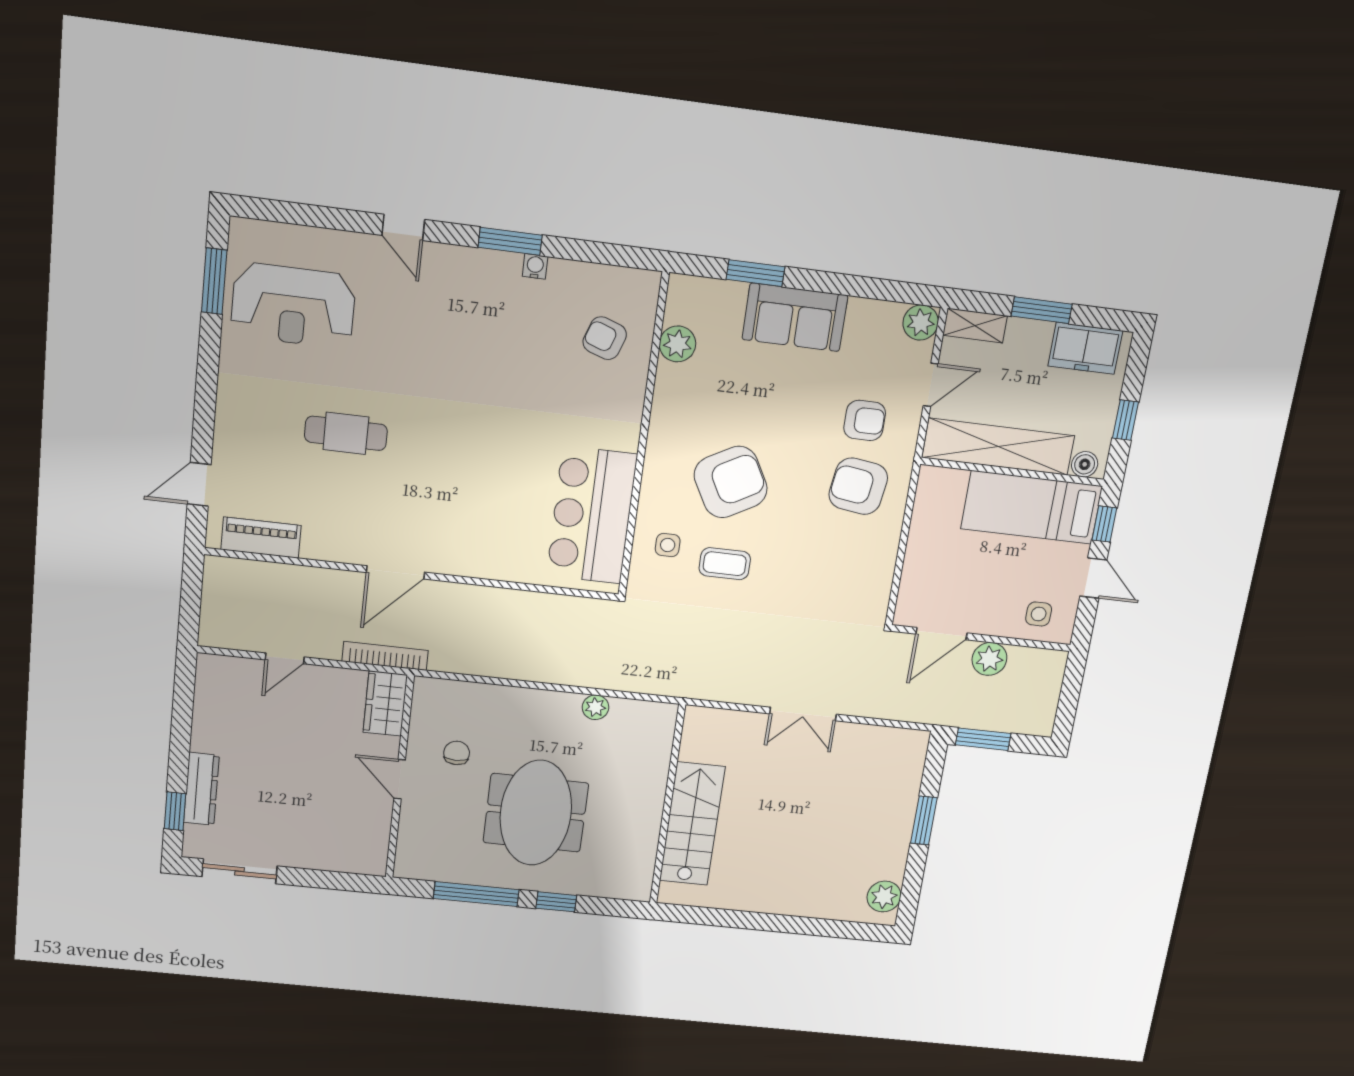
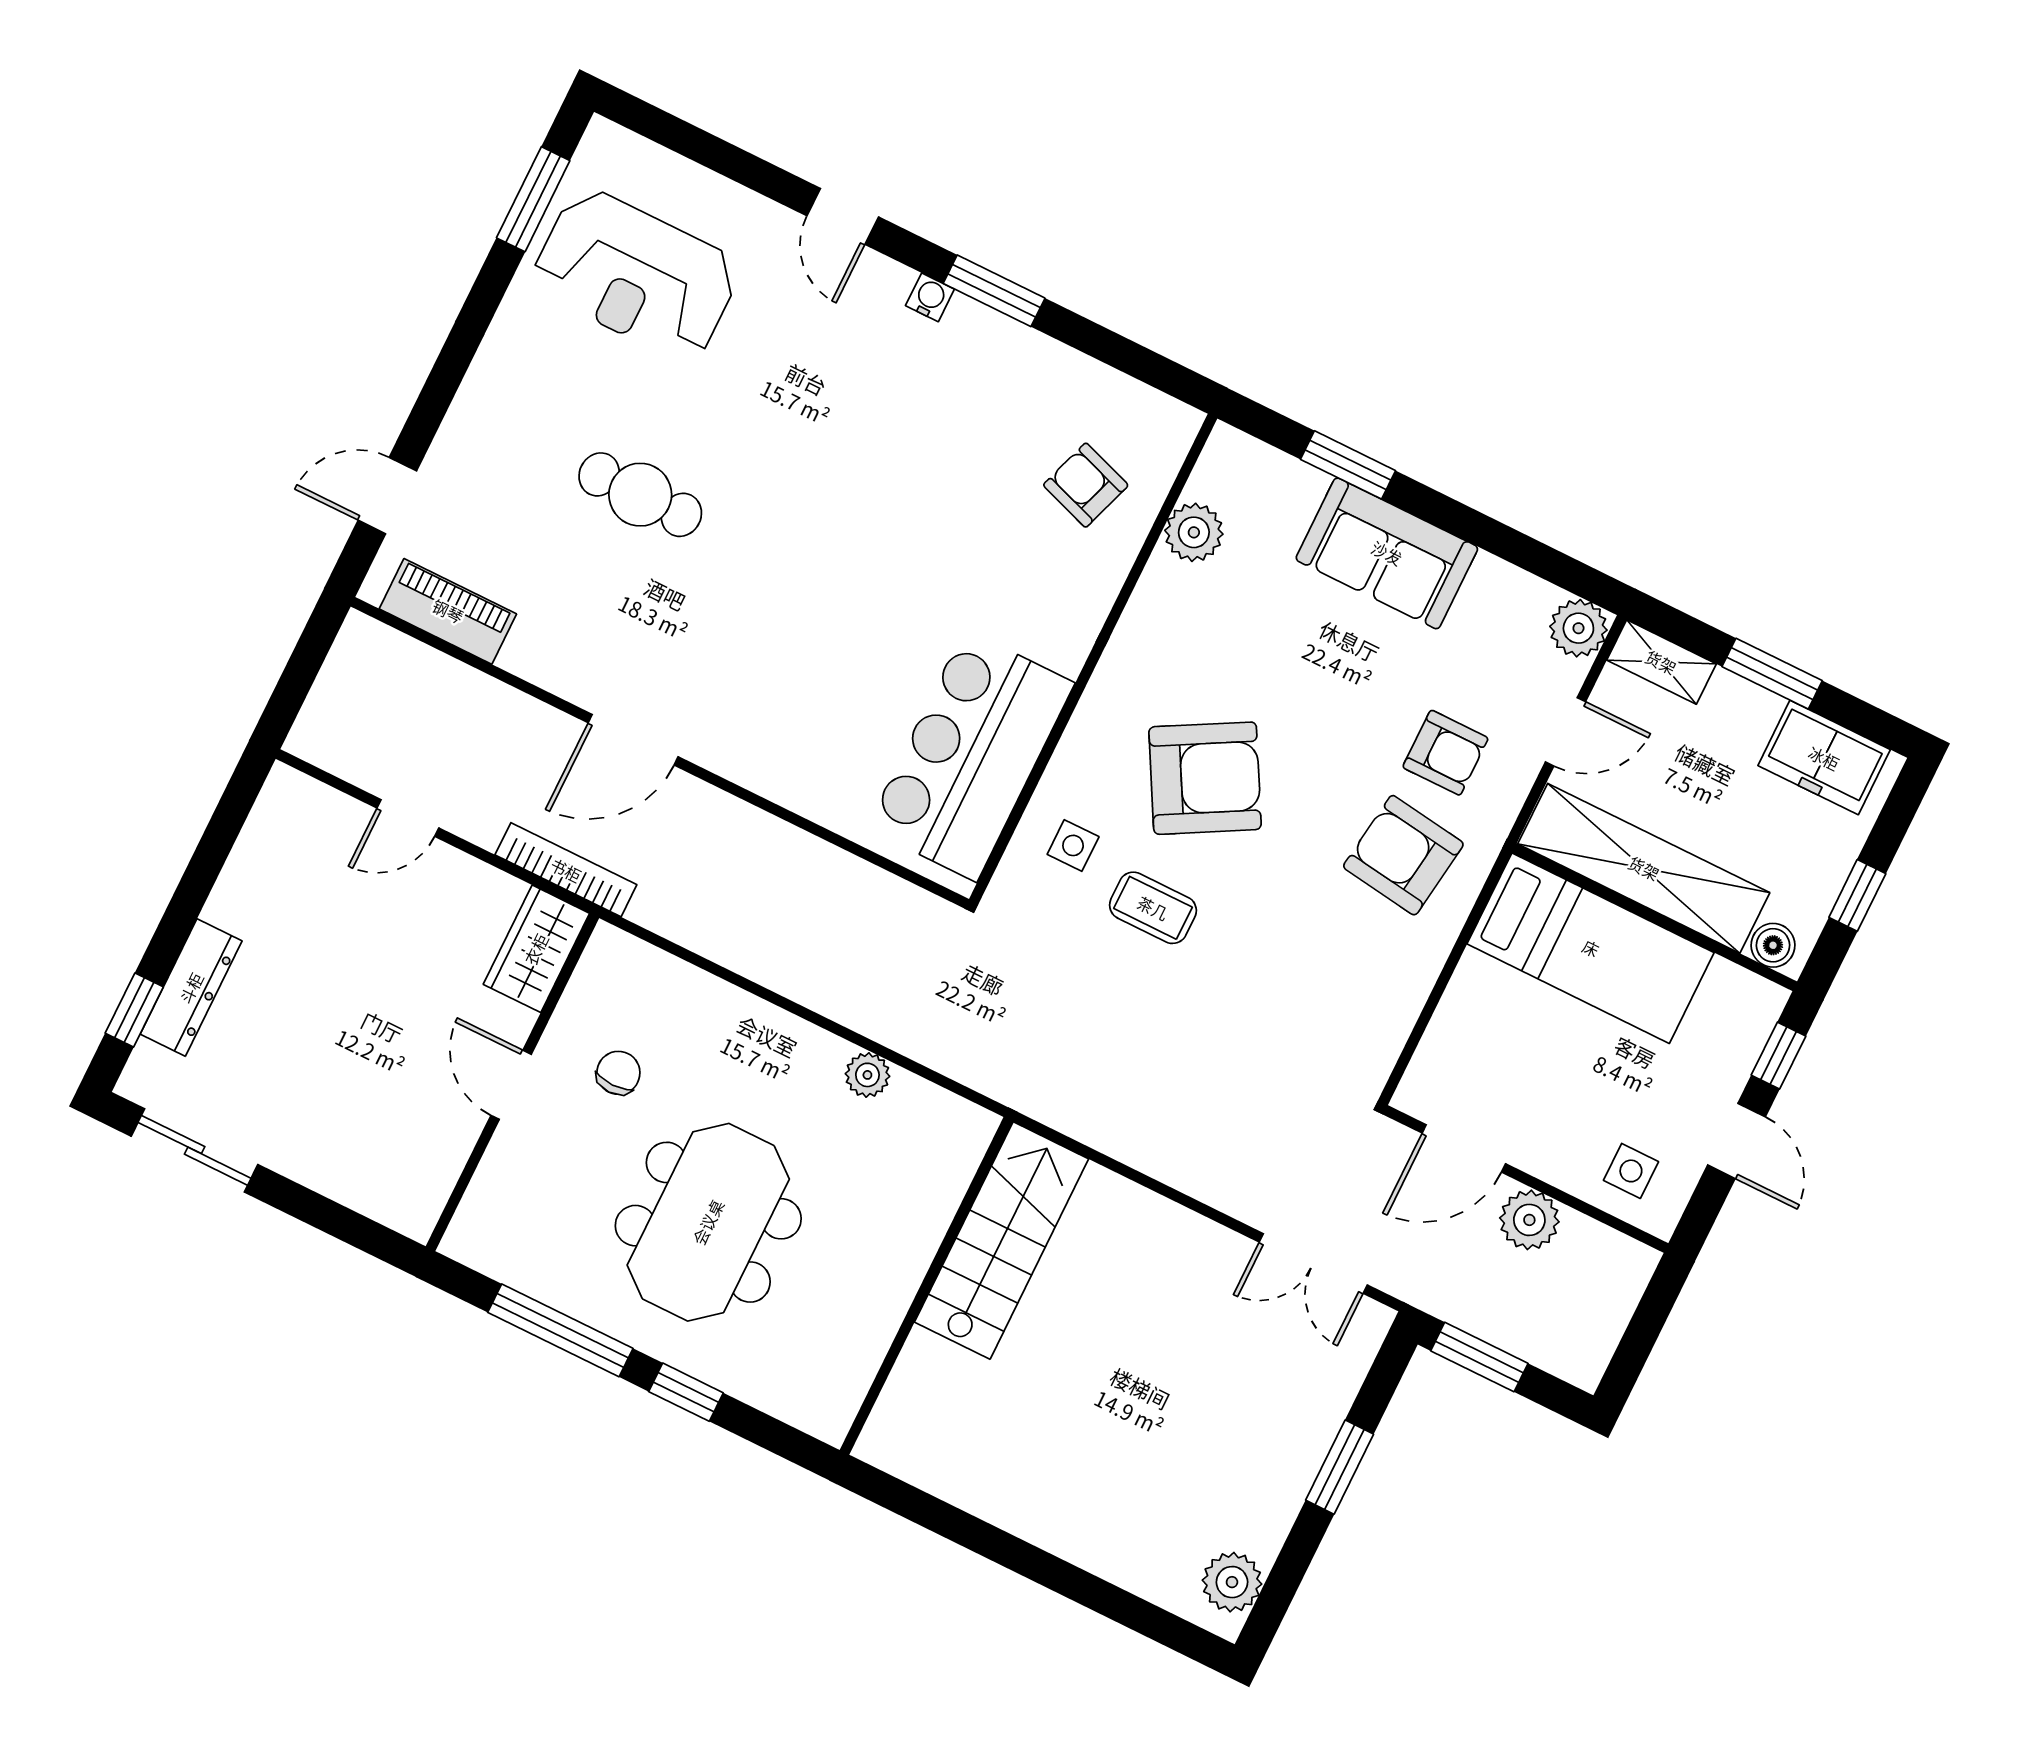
water cooler: (535, 266) -> (930, 297), moved
bed: (1032, 507) -> (1591, 948), moved, turned 180
double door: (803, 714) -> (1313, 1263), moved
stairs: (692, 824) -> (1002, 1241), moved

